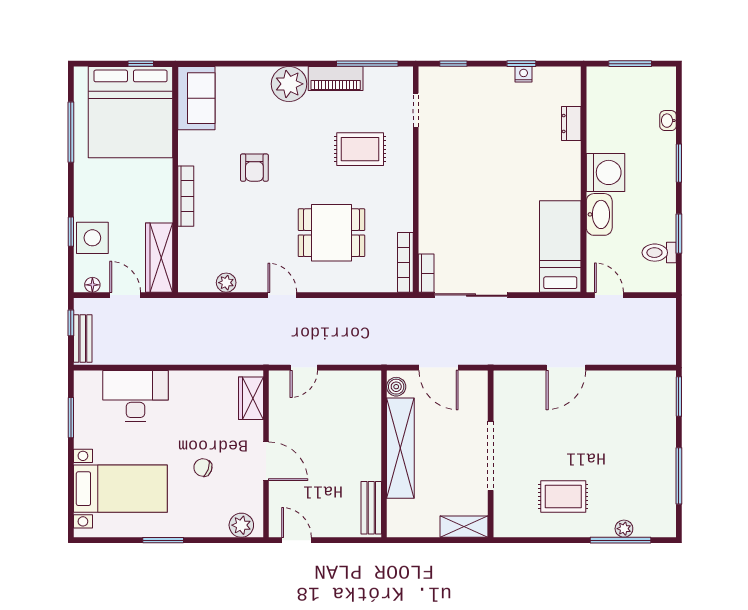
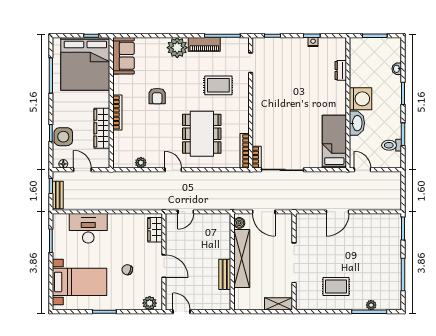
dining table: (331, 233) -> (202, 134), width x1.37
wardrobe: (159, 258) -> (102, 128), moved
bench: (371, 508) -> (225, 274), moved

